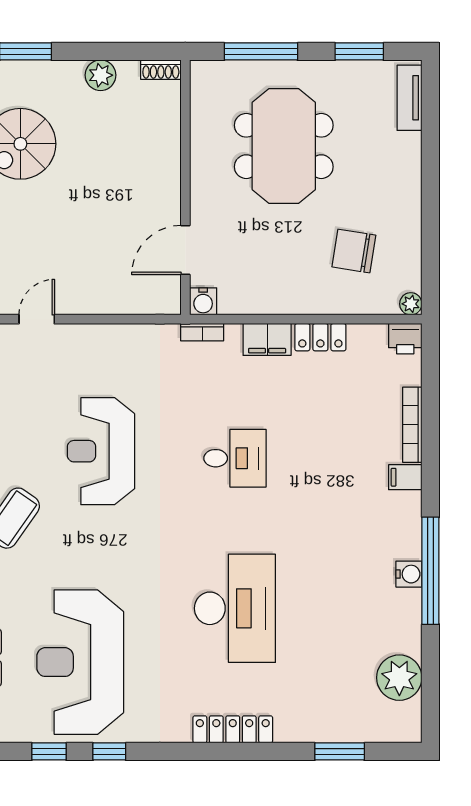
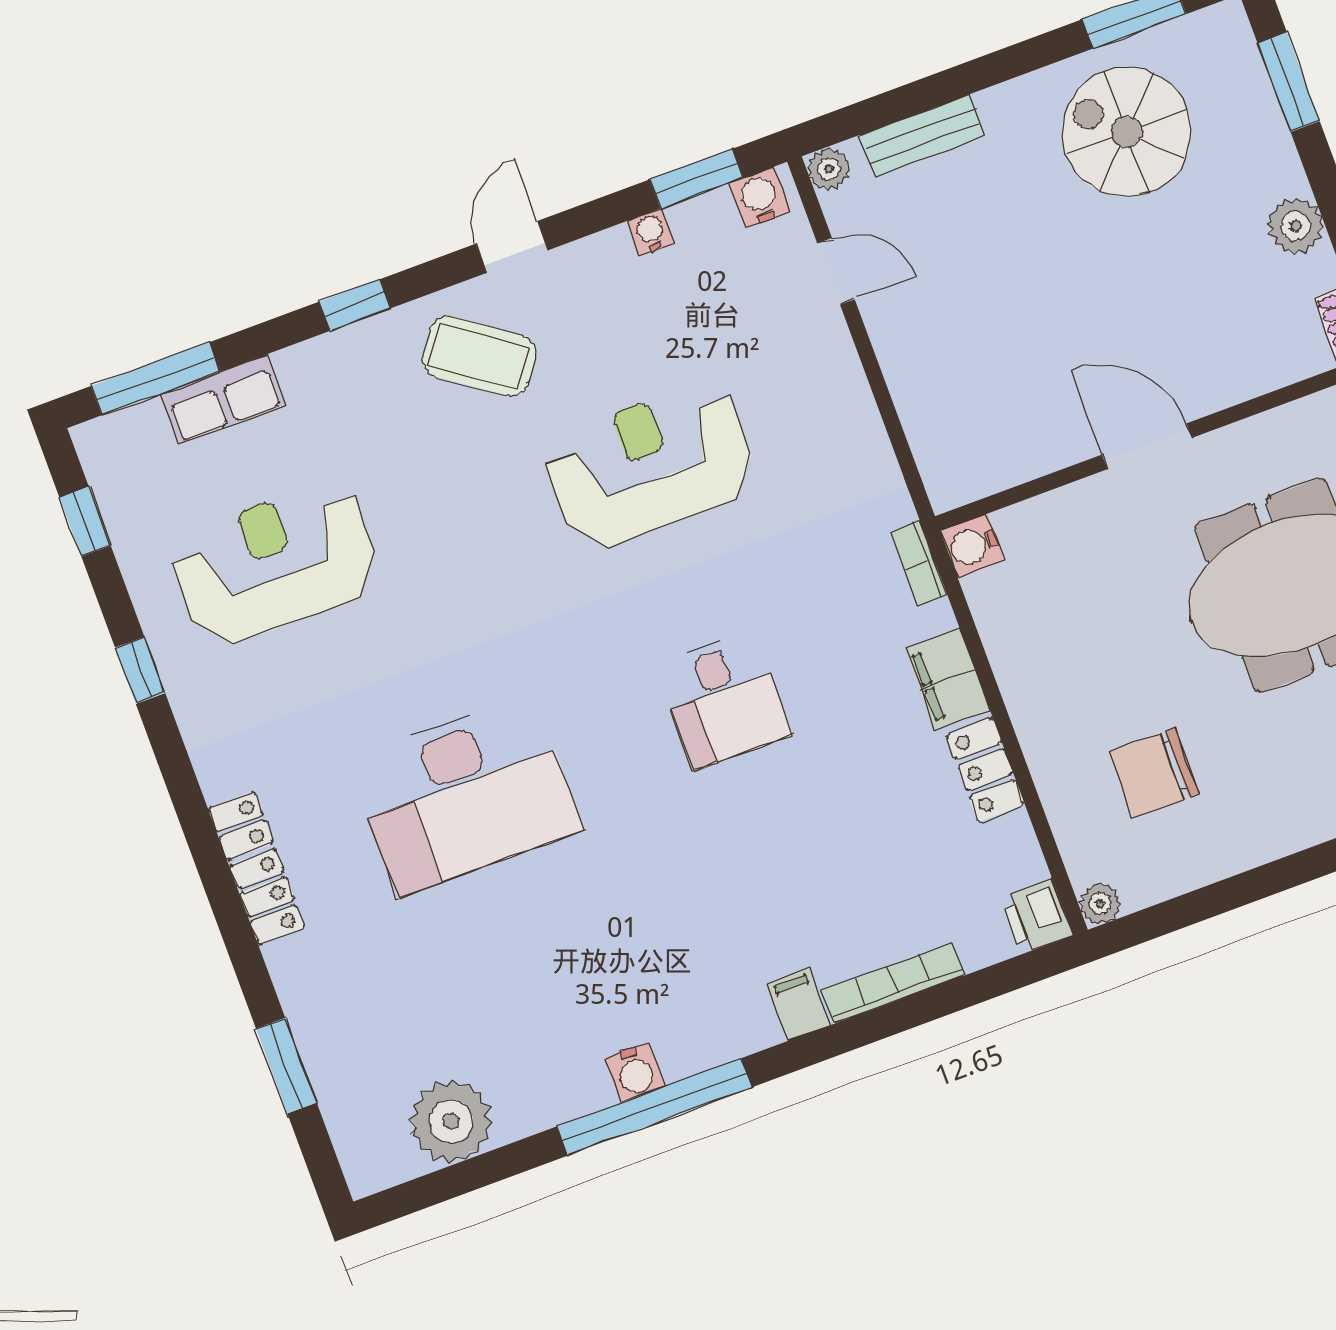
door: (185, 250) -> (1147, 446), moved
chair: (354, 251) -> (1155, 772), turned -99
reception desk: (80, 662) -> (275, 564), width x0.74, depth x0.77
window: (49, 751) -> (85, 521), moved

